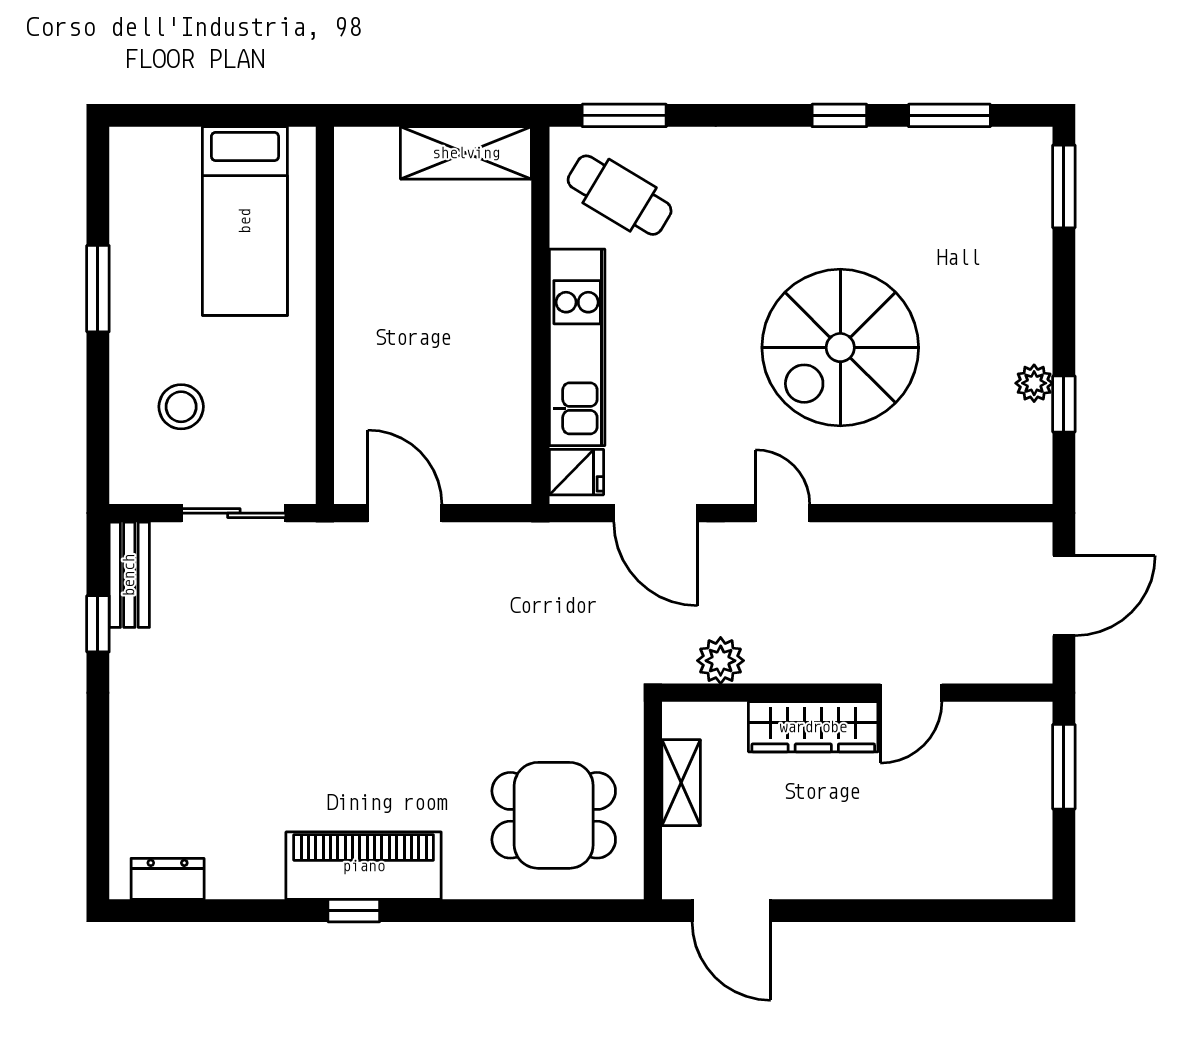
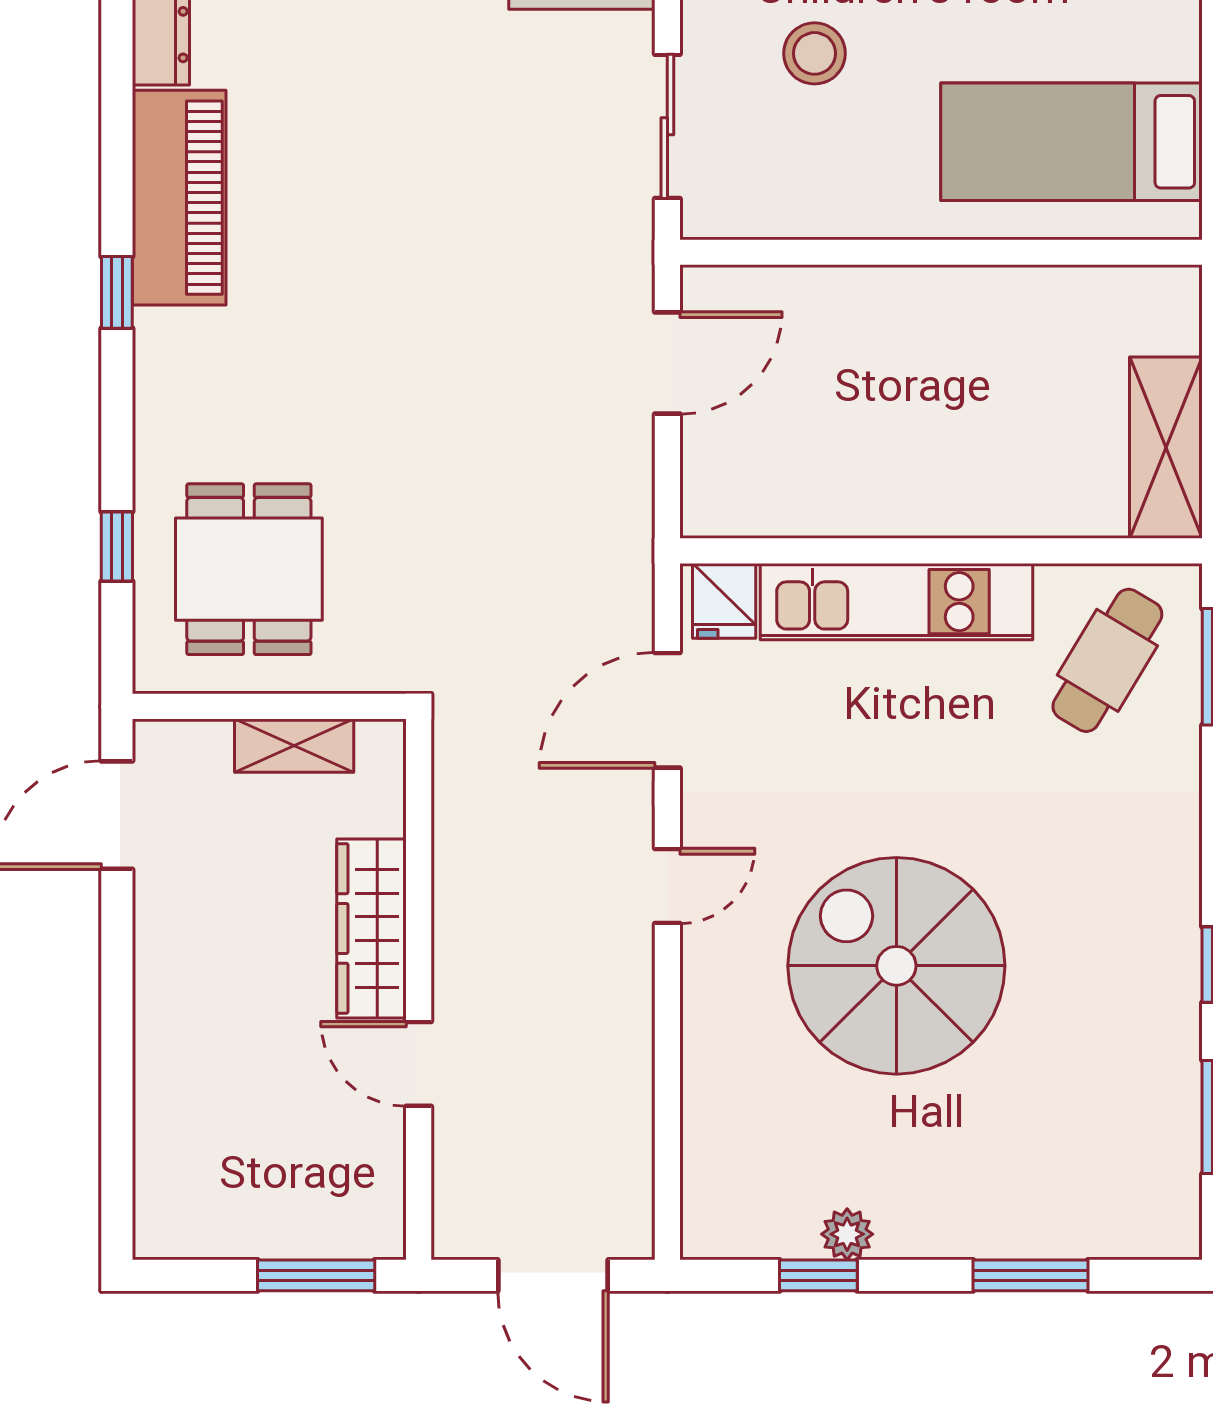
window: (1064, 186) -> (1031, 1275), moved
plant: (721, 661) -> (463, 800), removed
piano: (364, 866) -> (179, 198), moved
window: (537, 911) -> (117, 546), added

